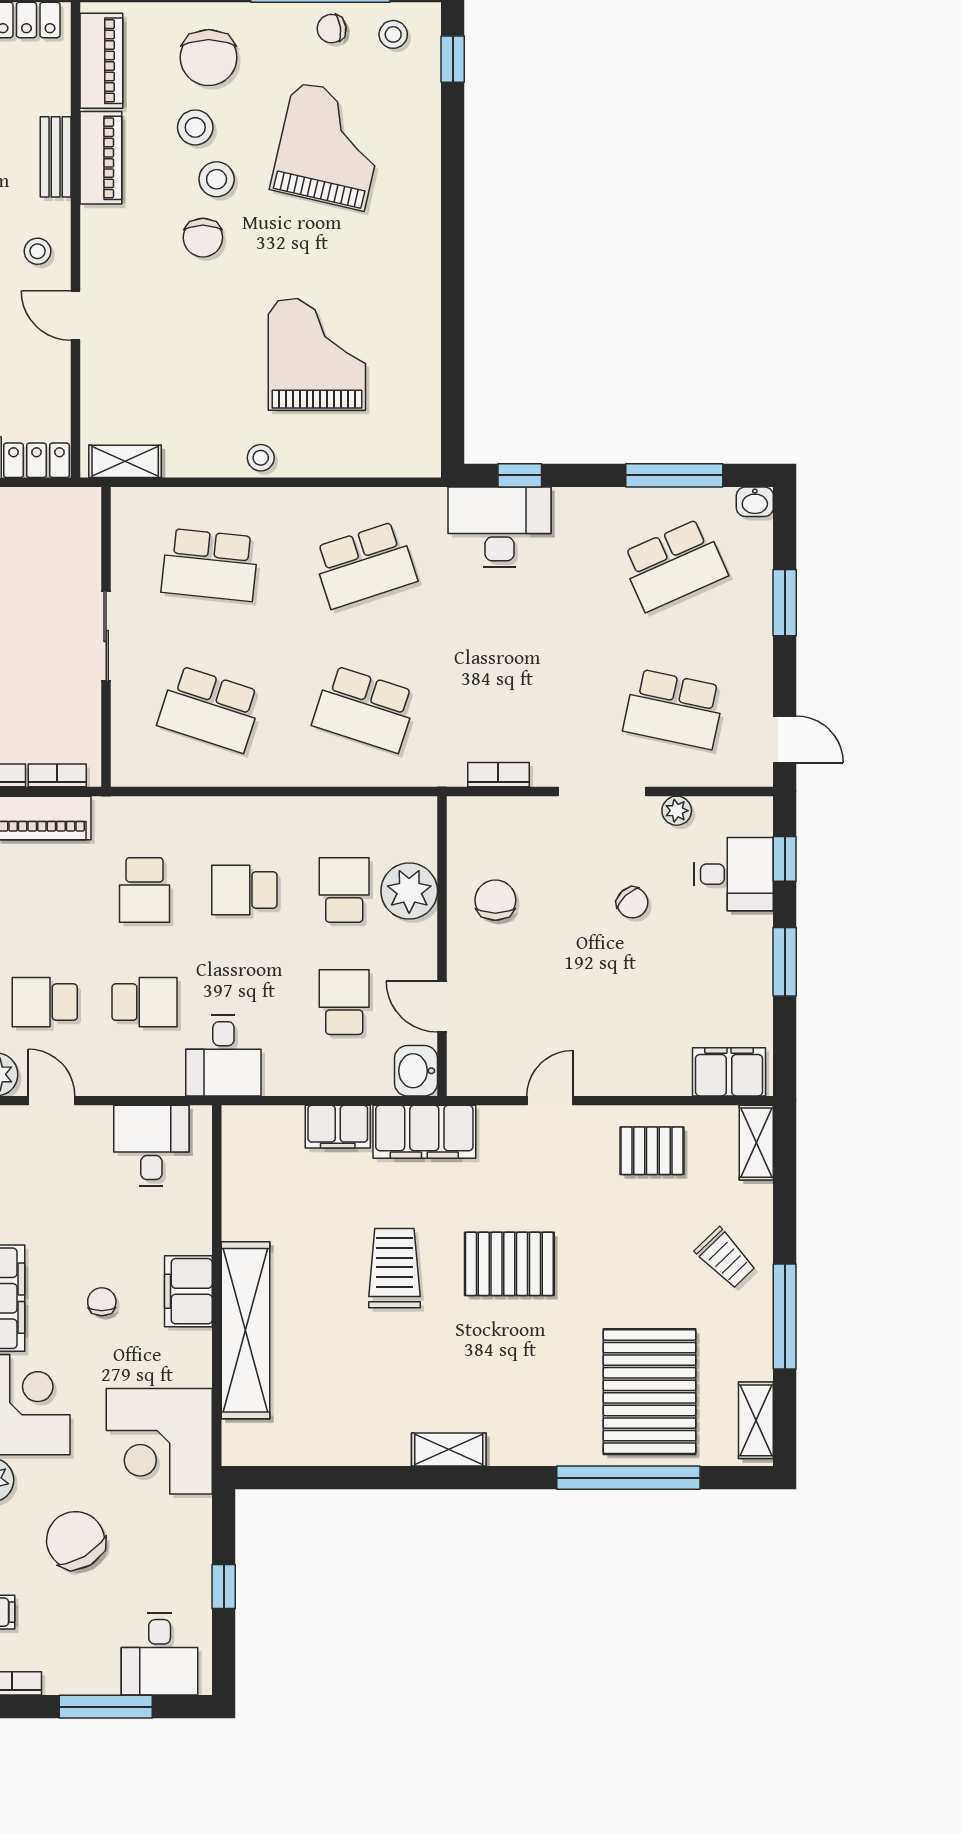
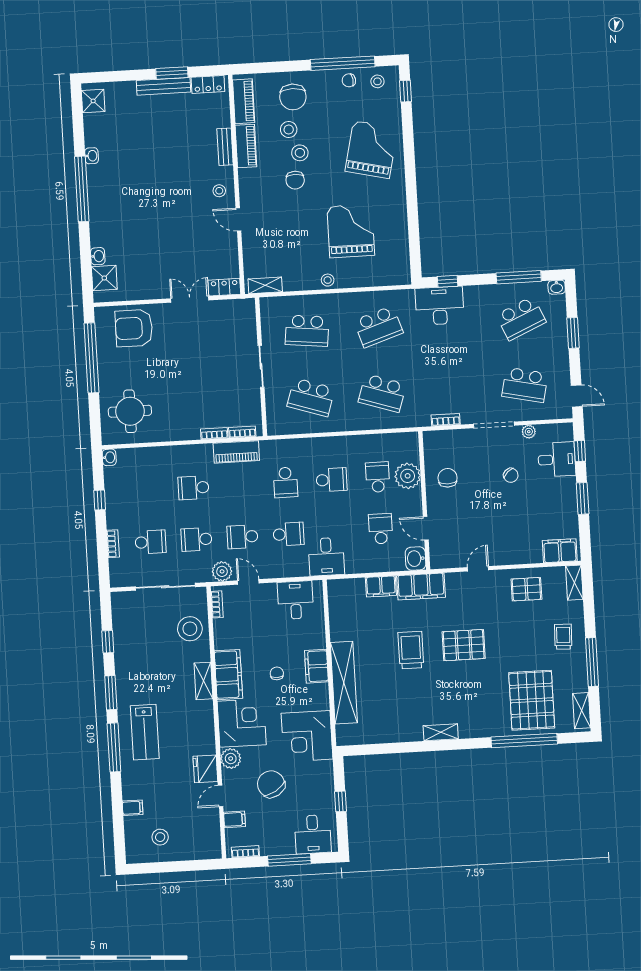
grand piano: (329, 146) -> (371, 149), moved
school desk: (244, 890) -> (332, 480), turned 180
trolley: (726, 1258) -> (563, 637), turned -134

